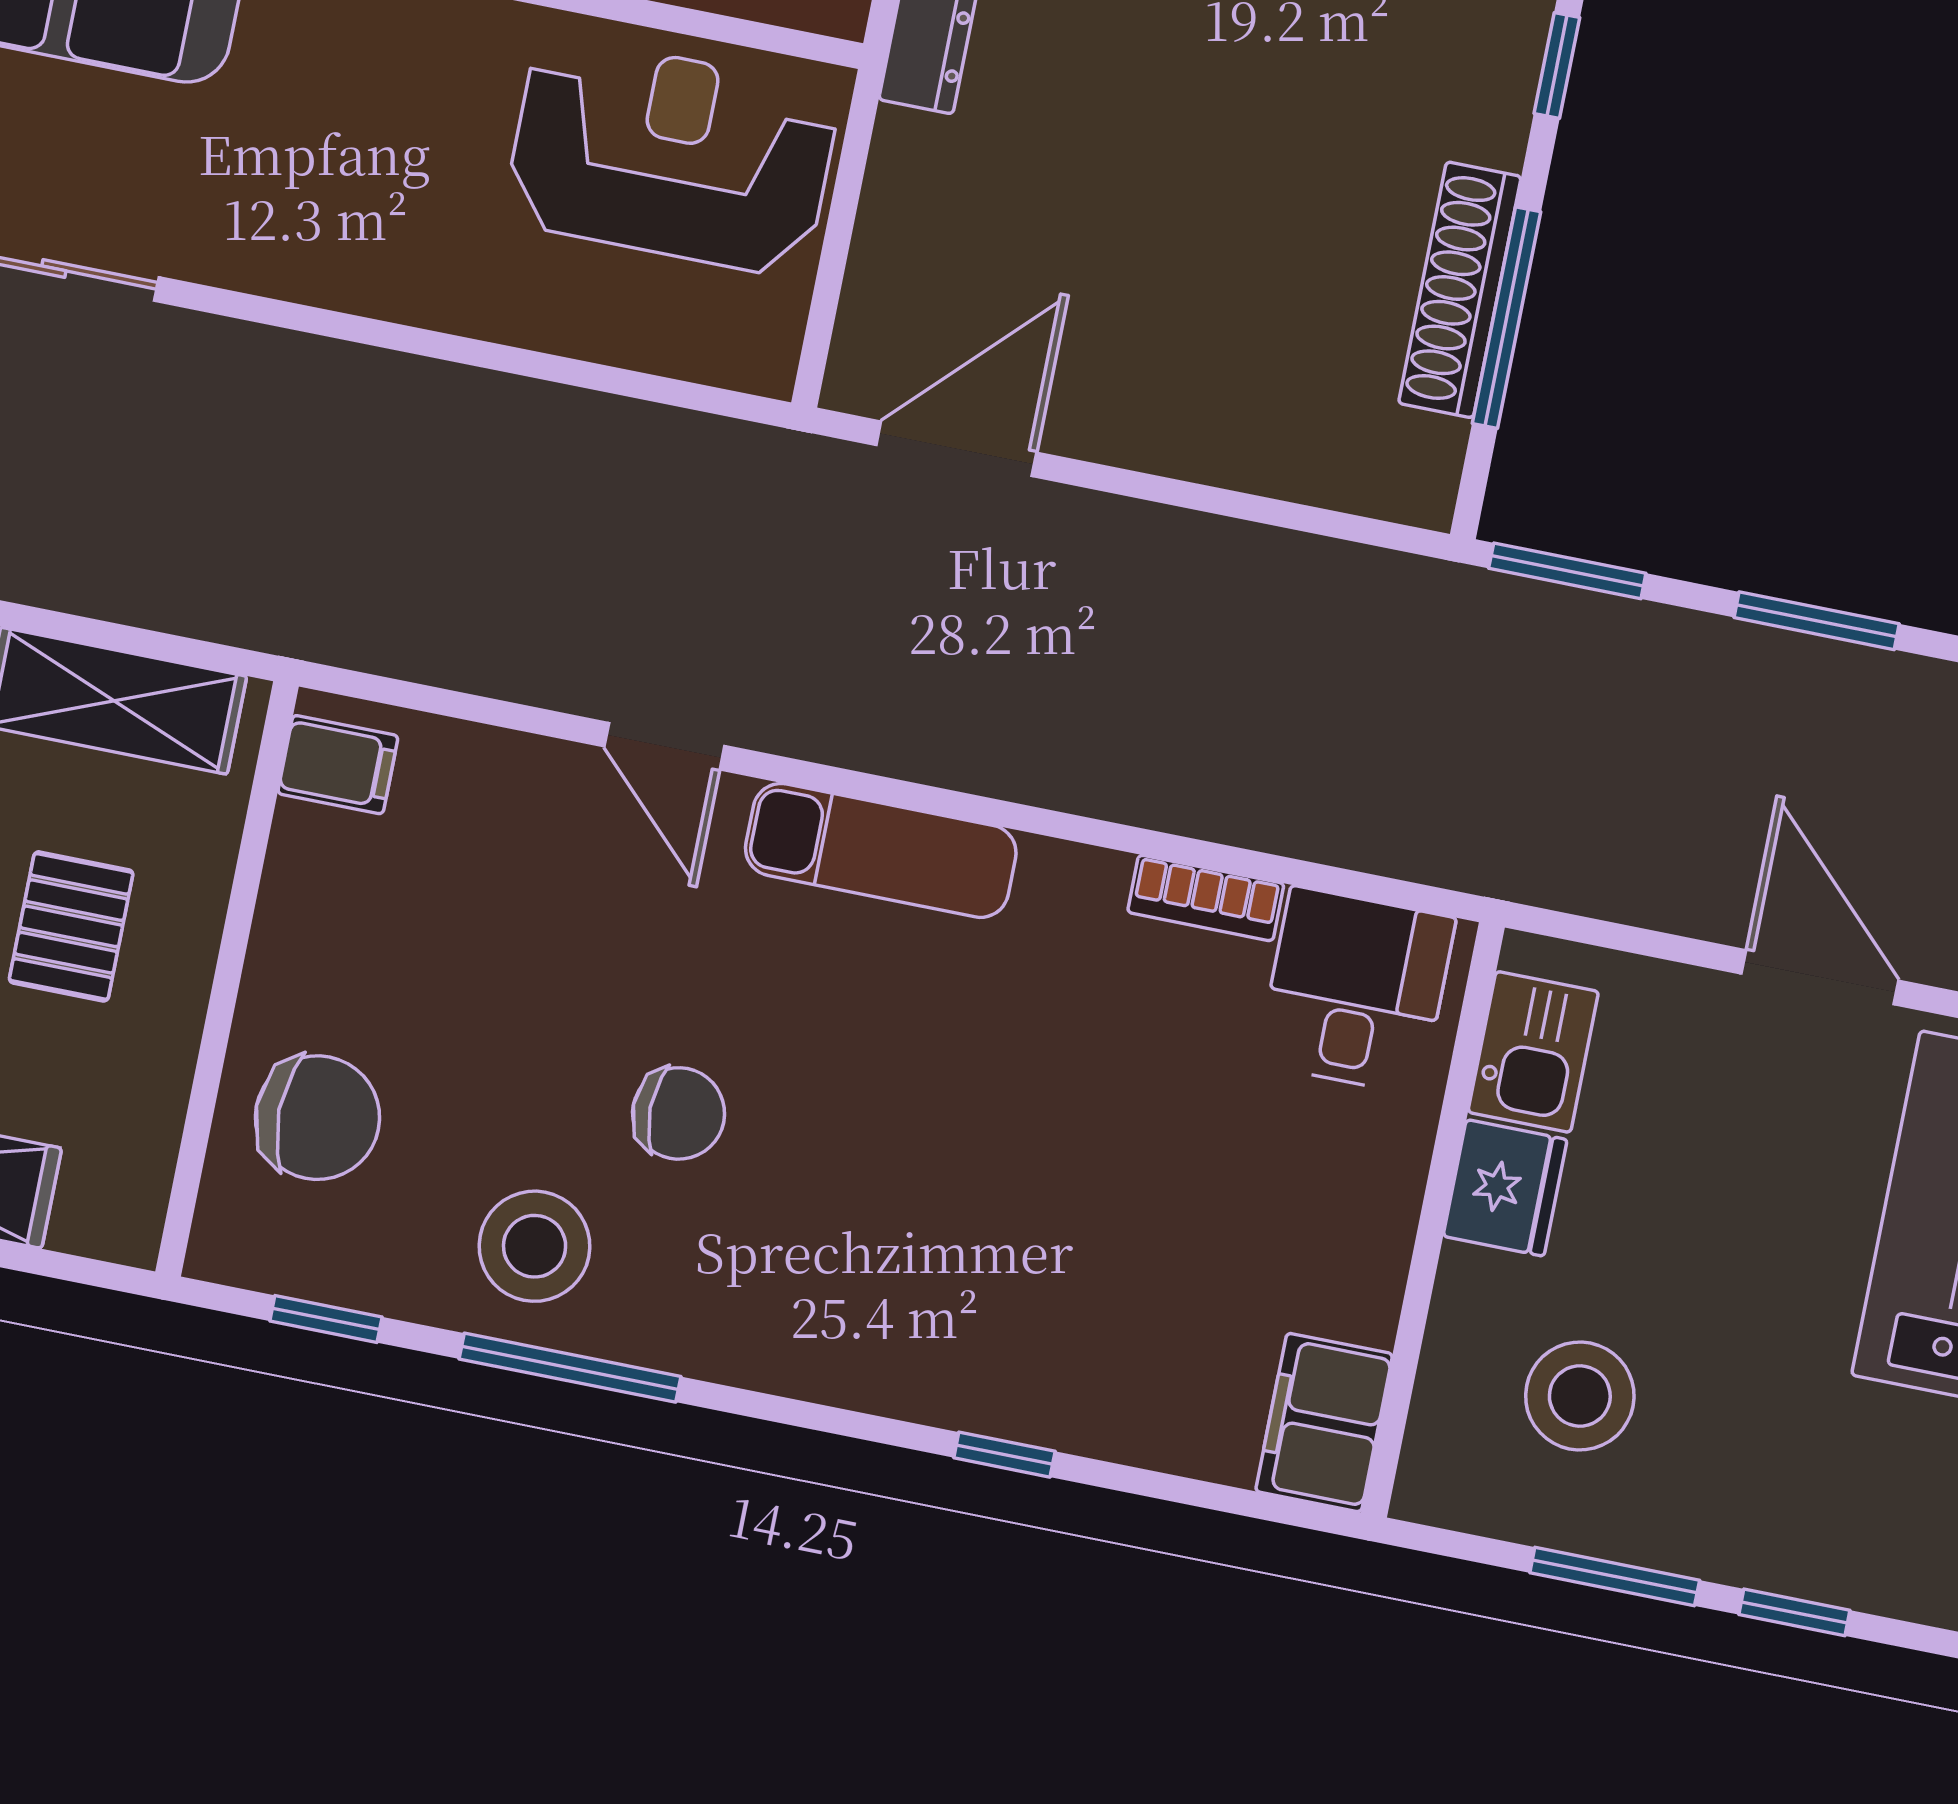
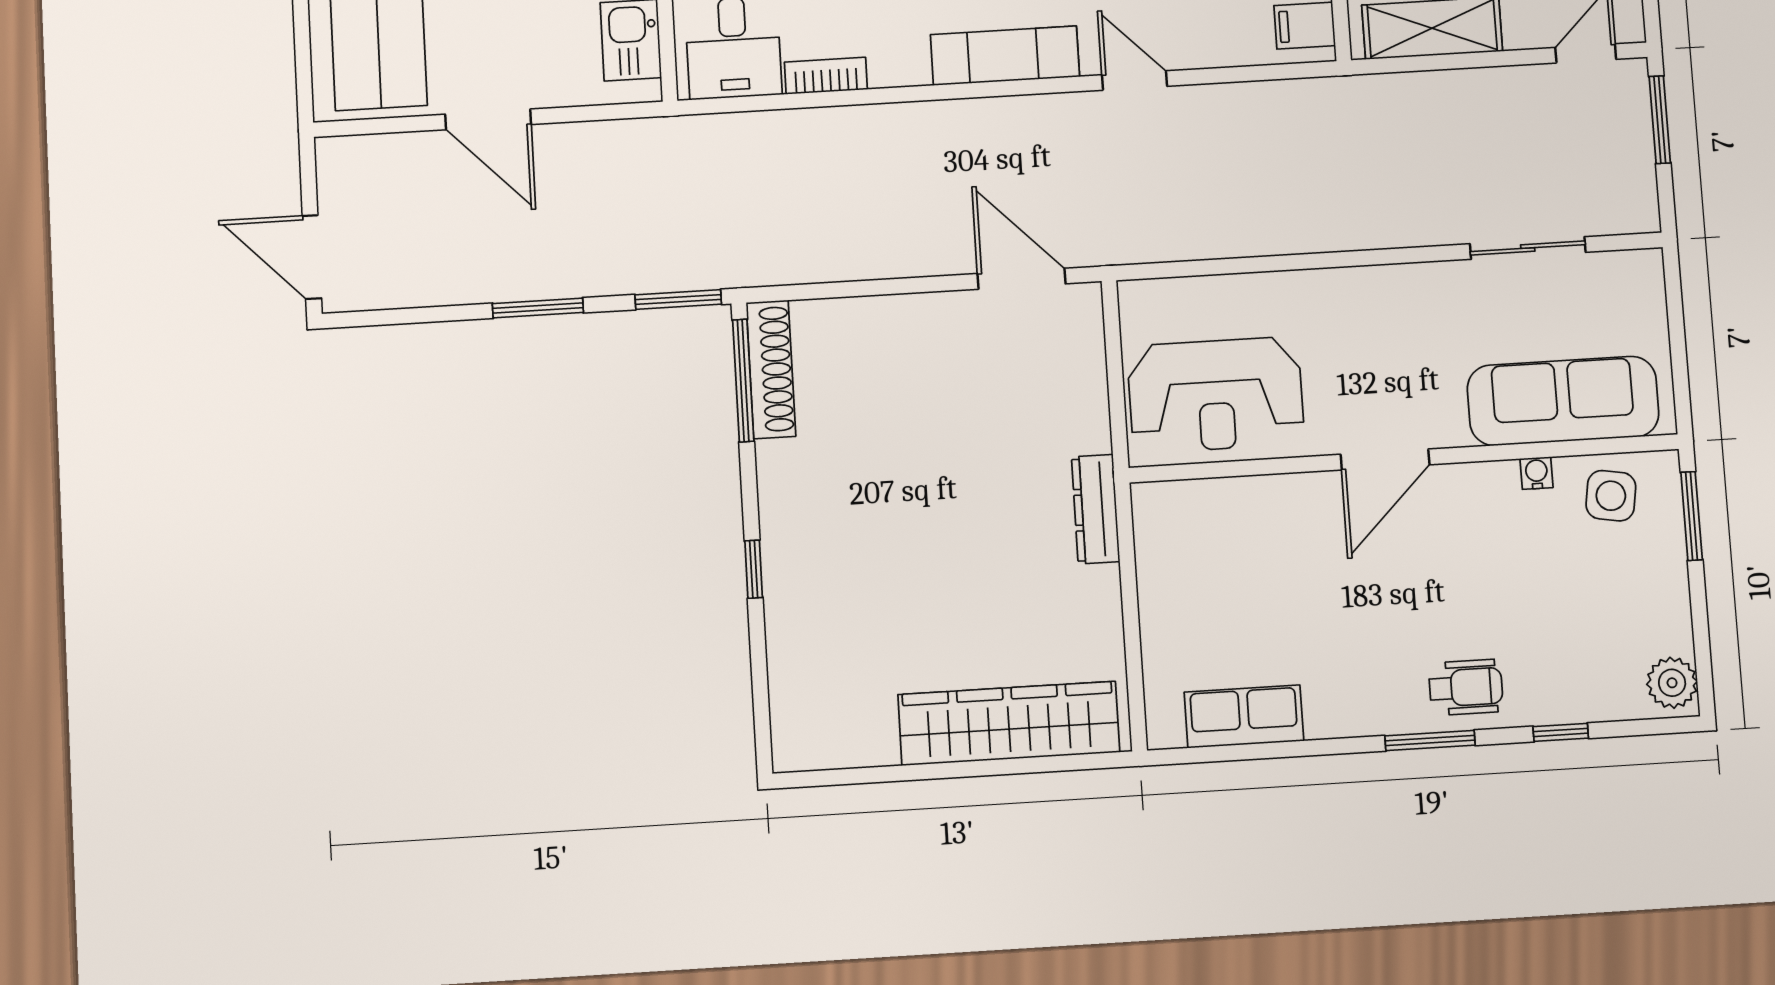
shoe rack: (1460, 290) -> (771, 369), moved
window: (1507, 318) -> (743, 381), moved
door: (956, 449) -> (1022, 279), swing flipped

